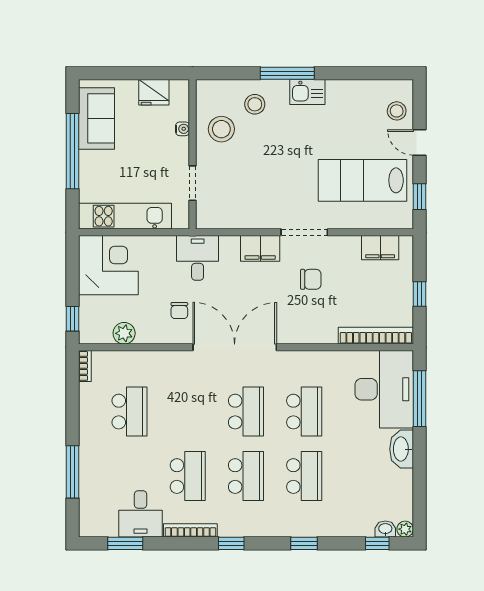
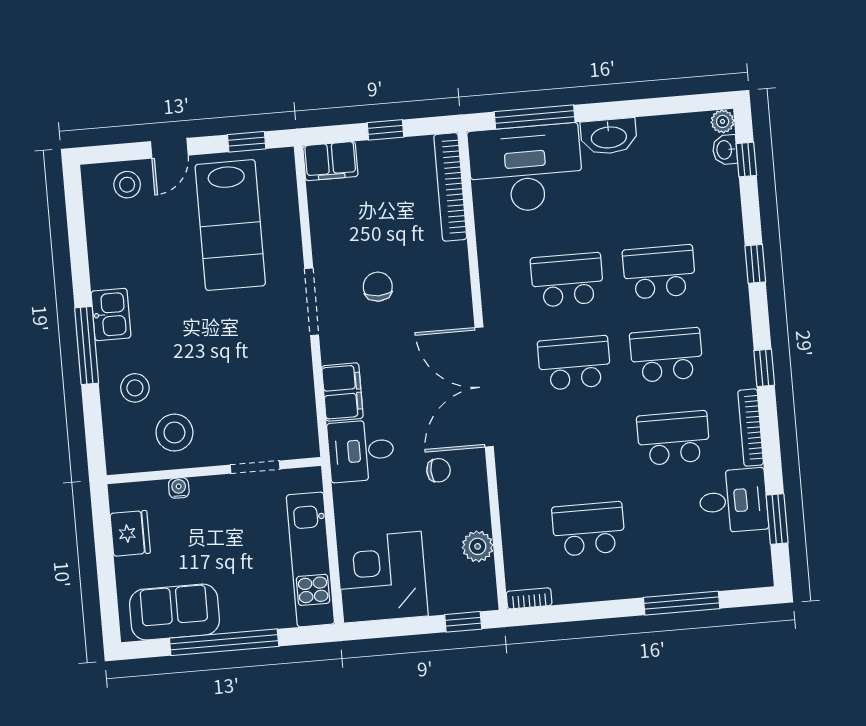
filing cabinet: (260, 248) -> (342, 392), moved
filing cabinet: (380, 248) -> (330, 161), moved, turned 90

